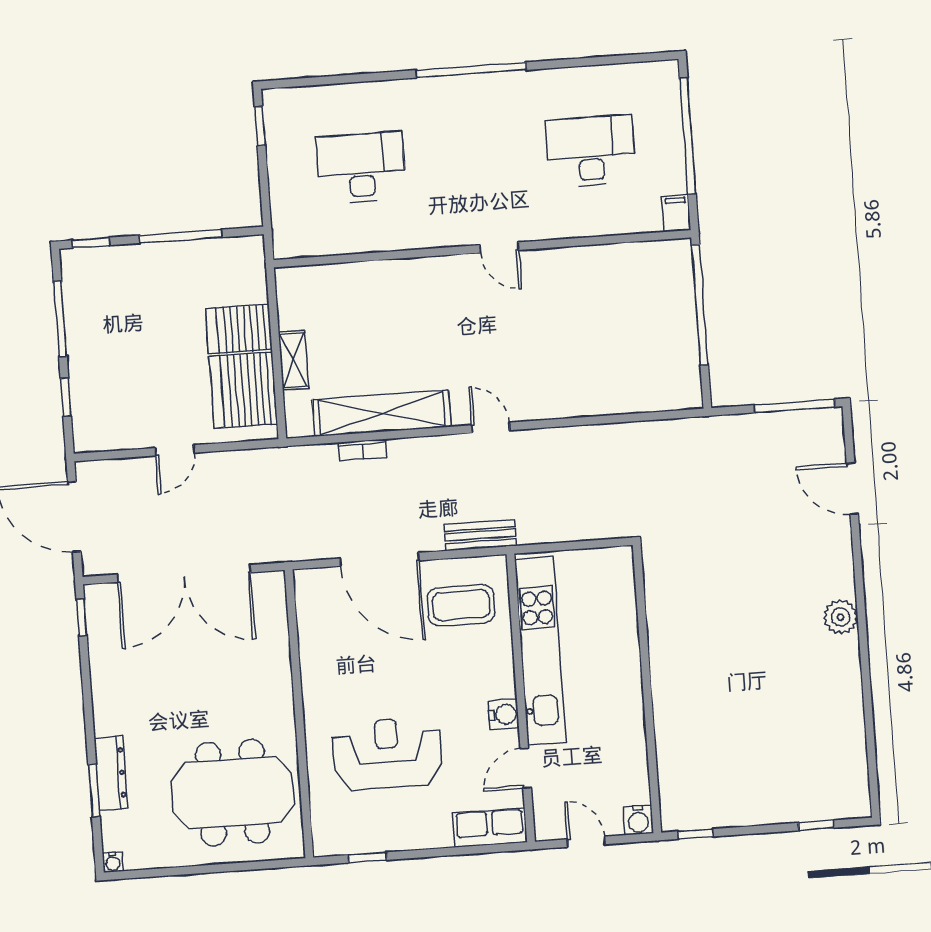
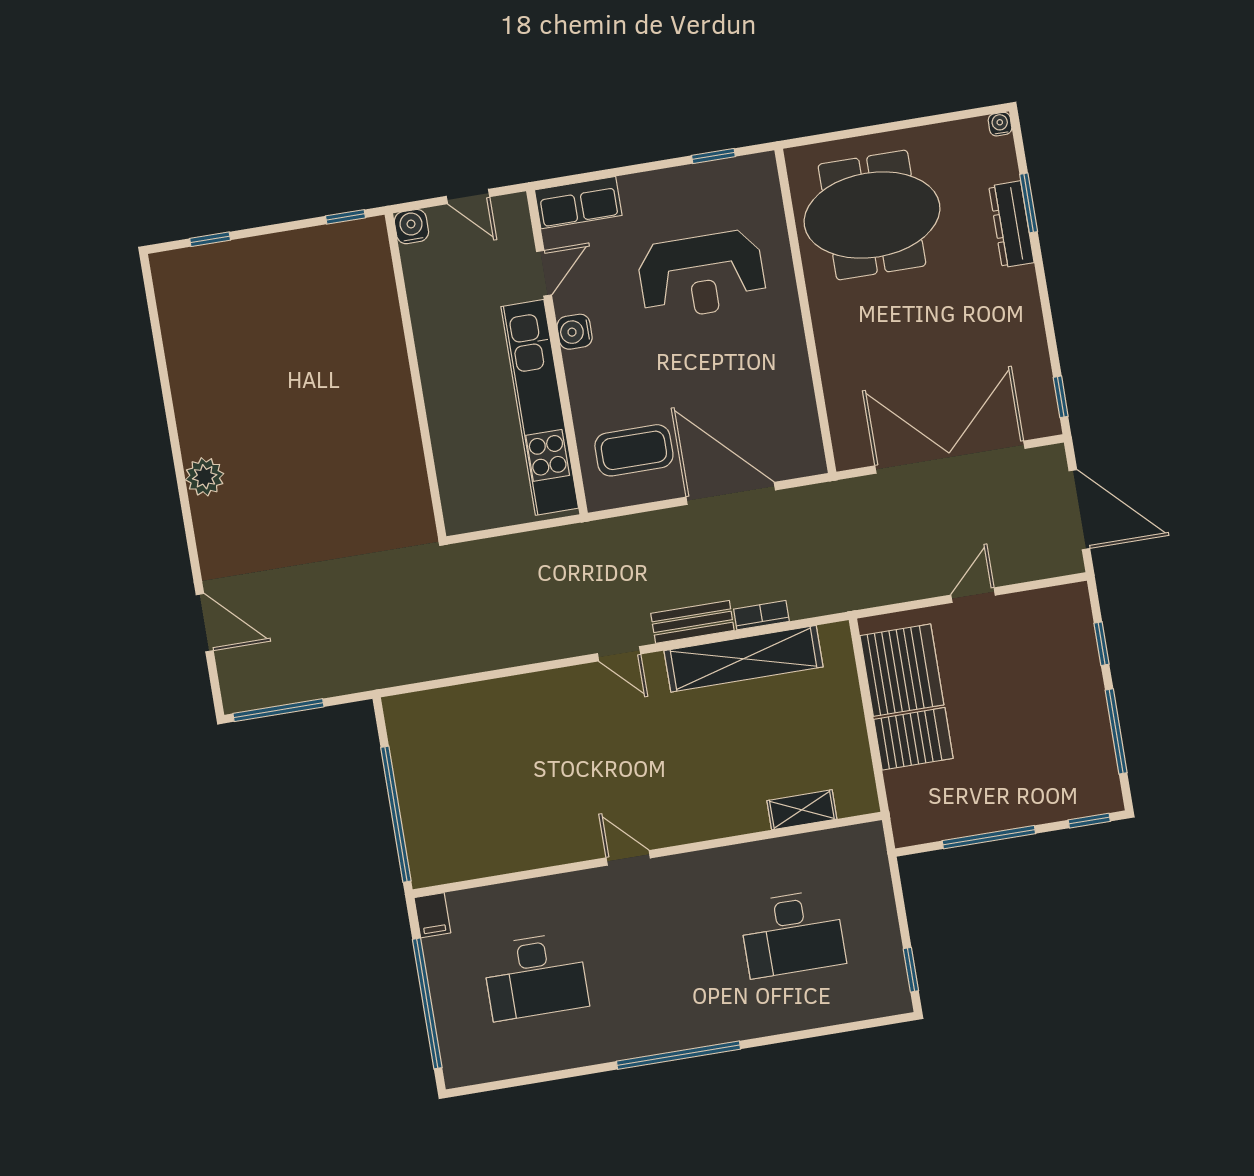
shelving: (294, 360) -> (802, 810), moved, turned 90
bench: (480, 535) -> (692, 622), moved

